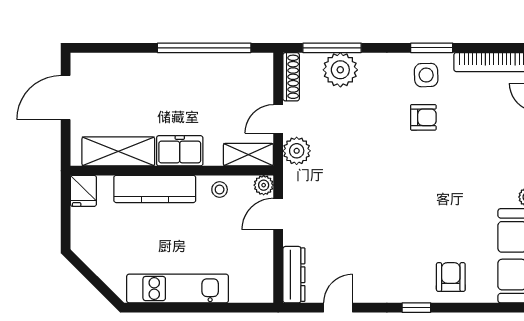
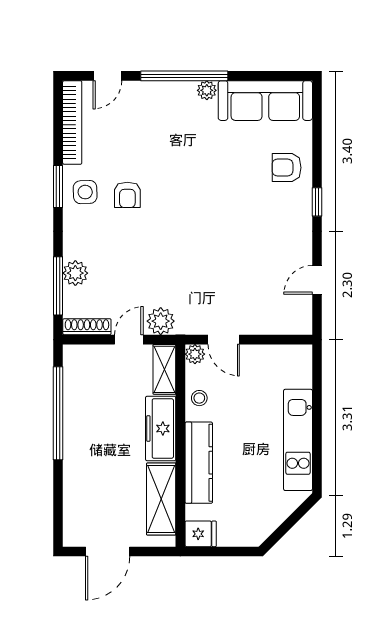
plant: (340, 70) -> (75, 273), width x0.73, depth x0.73
door: (66, 98) -> (108, 551), hinge flipped
armchair: (423, 117) -> (127, 195), turned 180
door: (278, 119) -> (129, 340), swing flipped
freezer: (180, 151) -> (161, 429), width x1.40
dresser: (294, 275) -> (284, 324), removed
door: (338, 308) -> (317, 280), hinge flipped

